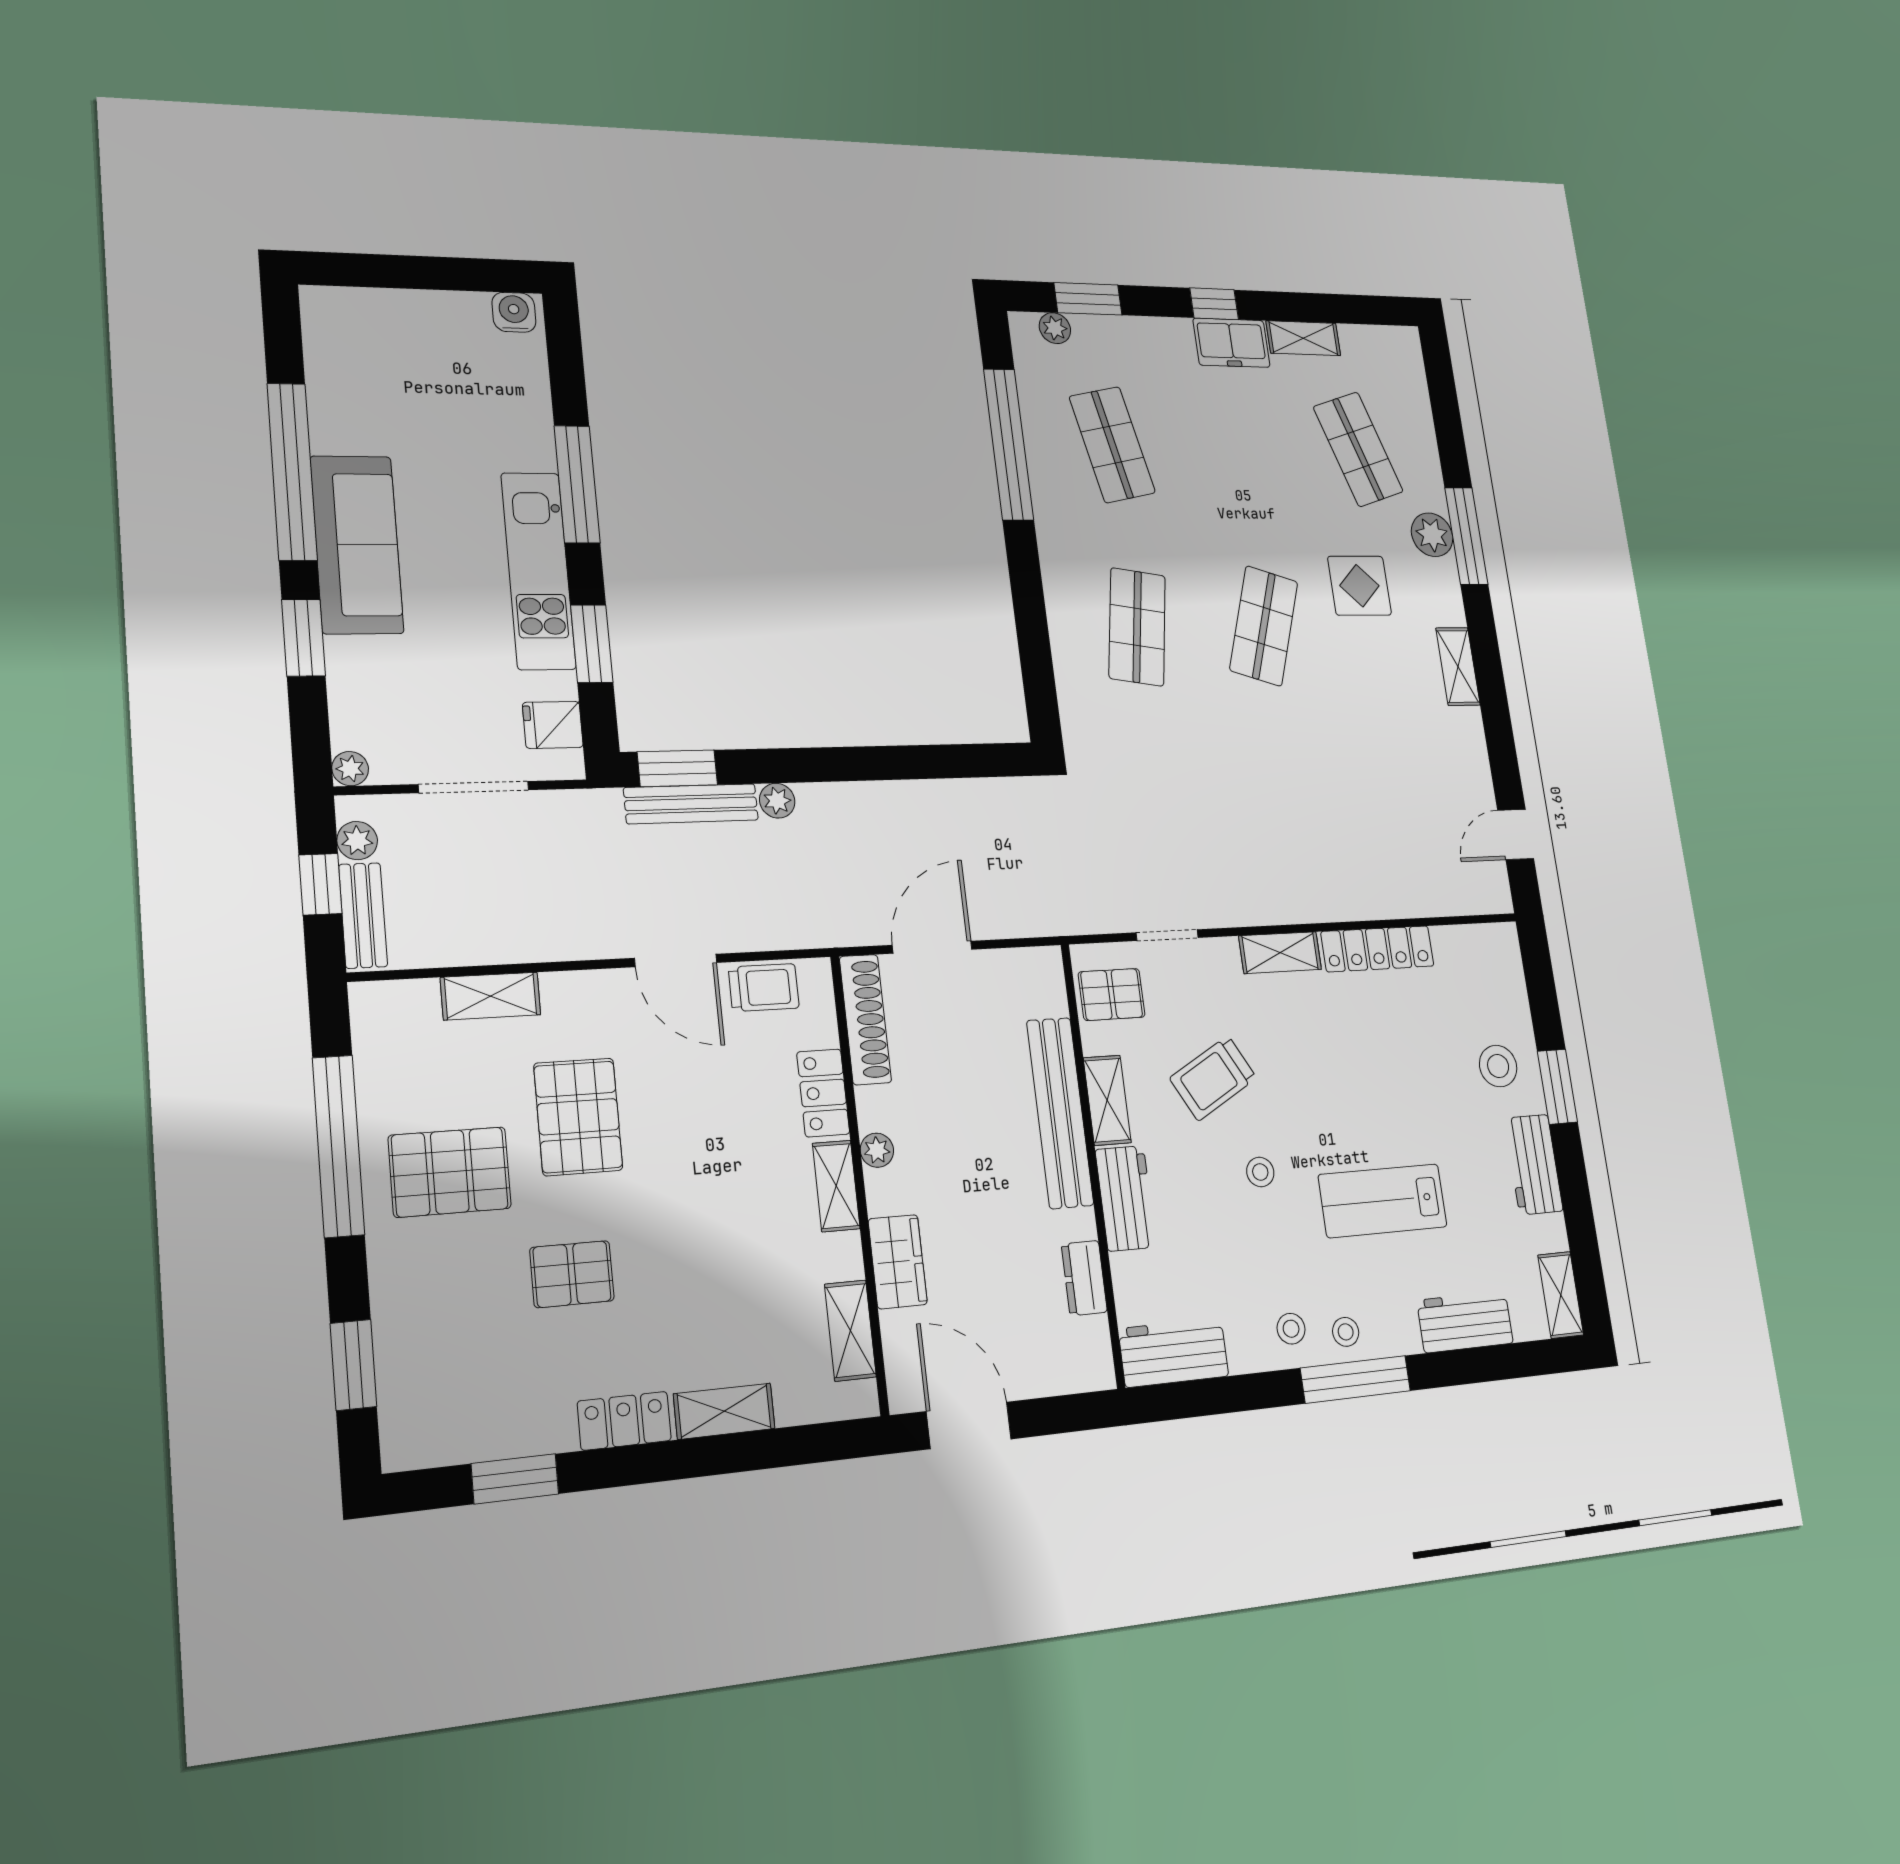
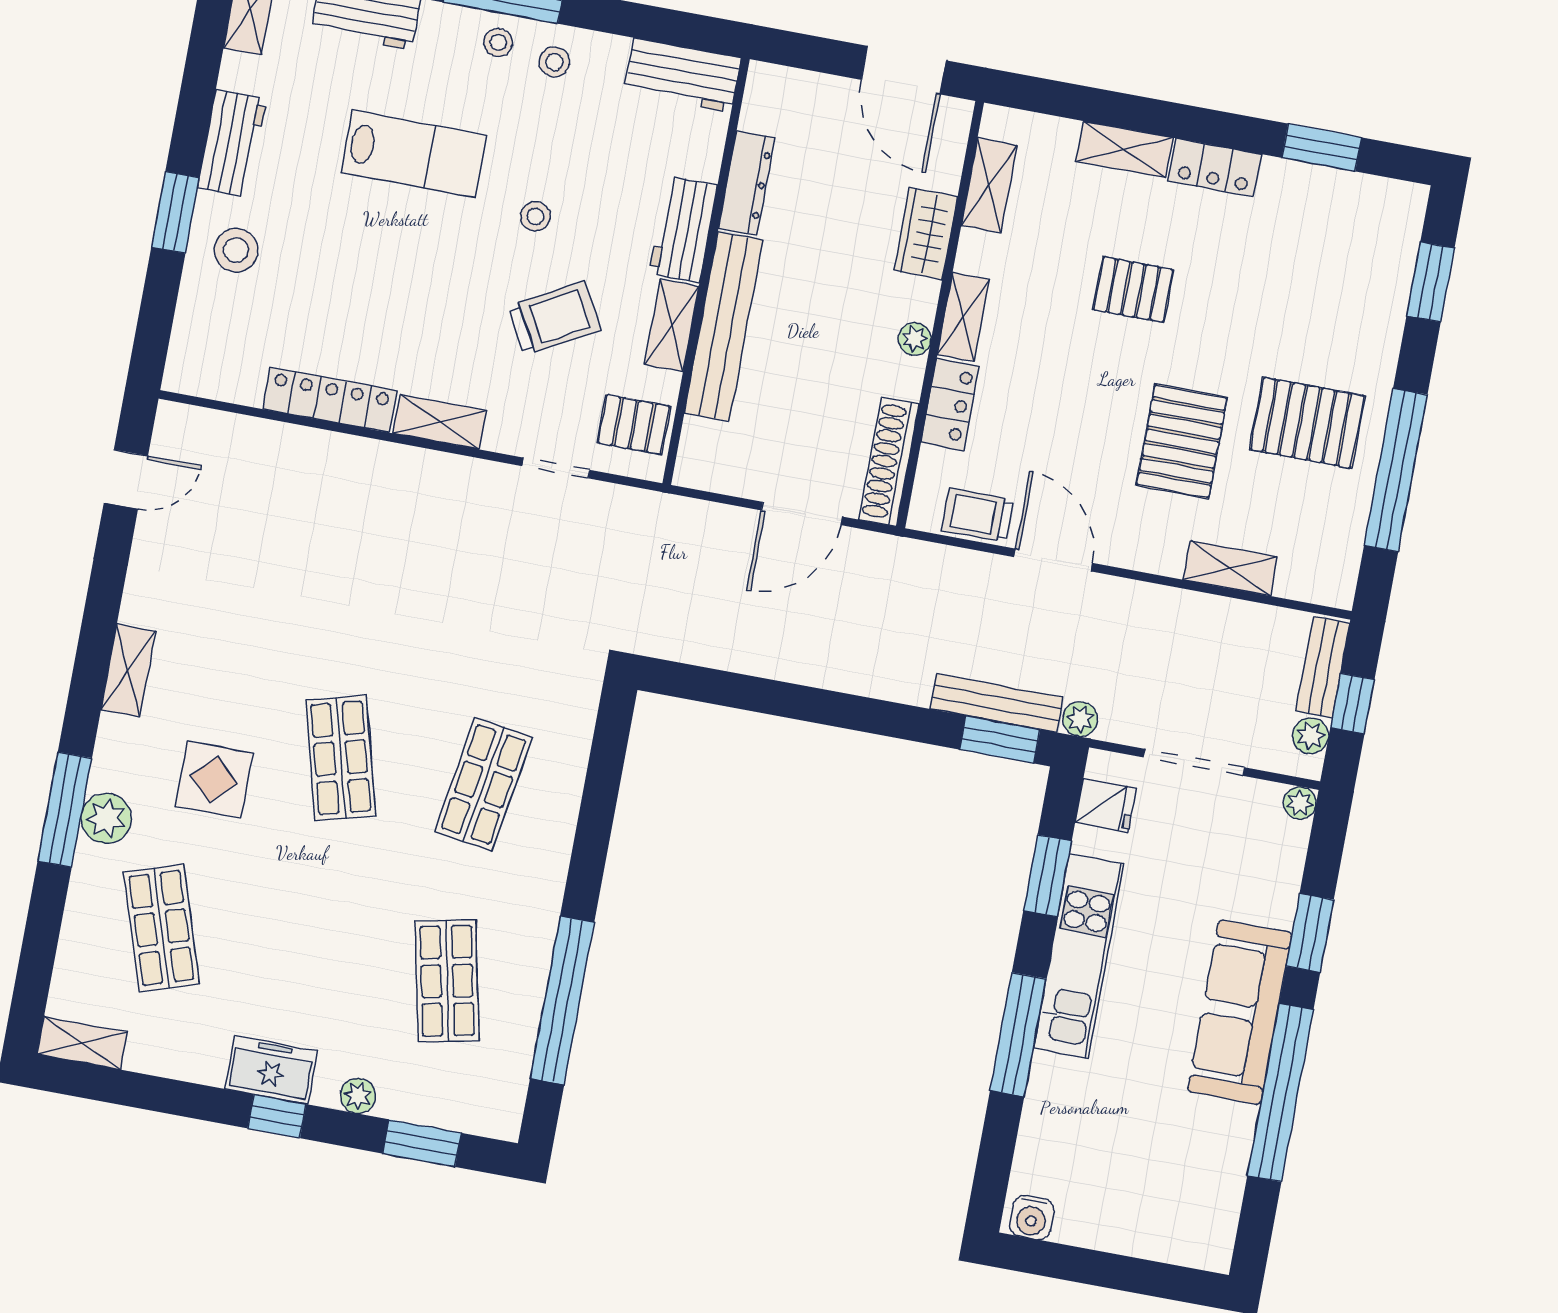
plant: (1055, 328) -> (358, 1096), moved
shelving: (1303, 338) -> (82, 1043), moved
shop shelf: (1264, 626) -> (341, 758), turned -33
plant: (777, 801) -> (1080, 719), moved
pallet: (572, 1274) -> (1133, 290), moved
dresser: (1084, 1278) -> (747, 183), width x1.44

